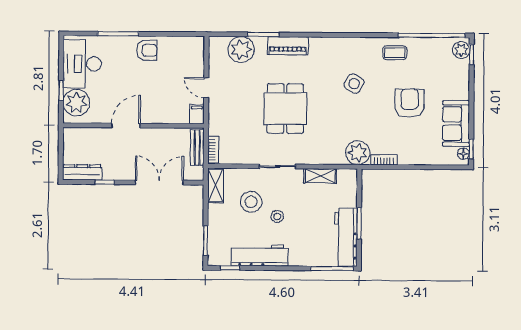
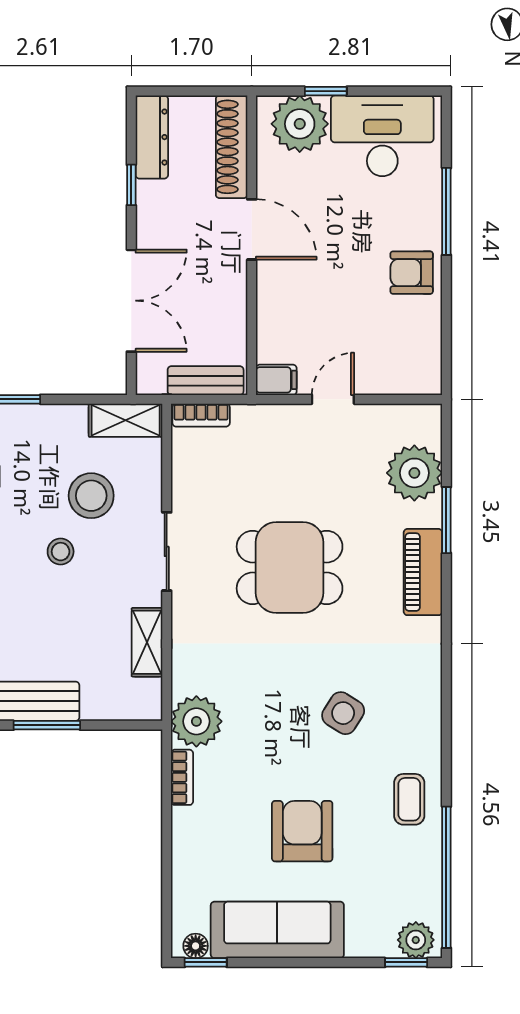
armchair: (147, 50) -> (412, 273), turned 90
armchair: (410, 103) -> (302, 831), turned -90
sofa: (456, 124) -> (277, 930), width x1.36
shoe rack: (87, 135) -> (232, 147), added

